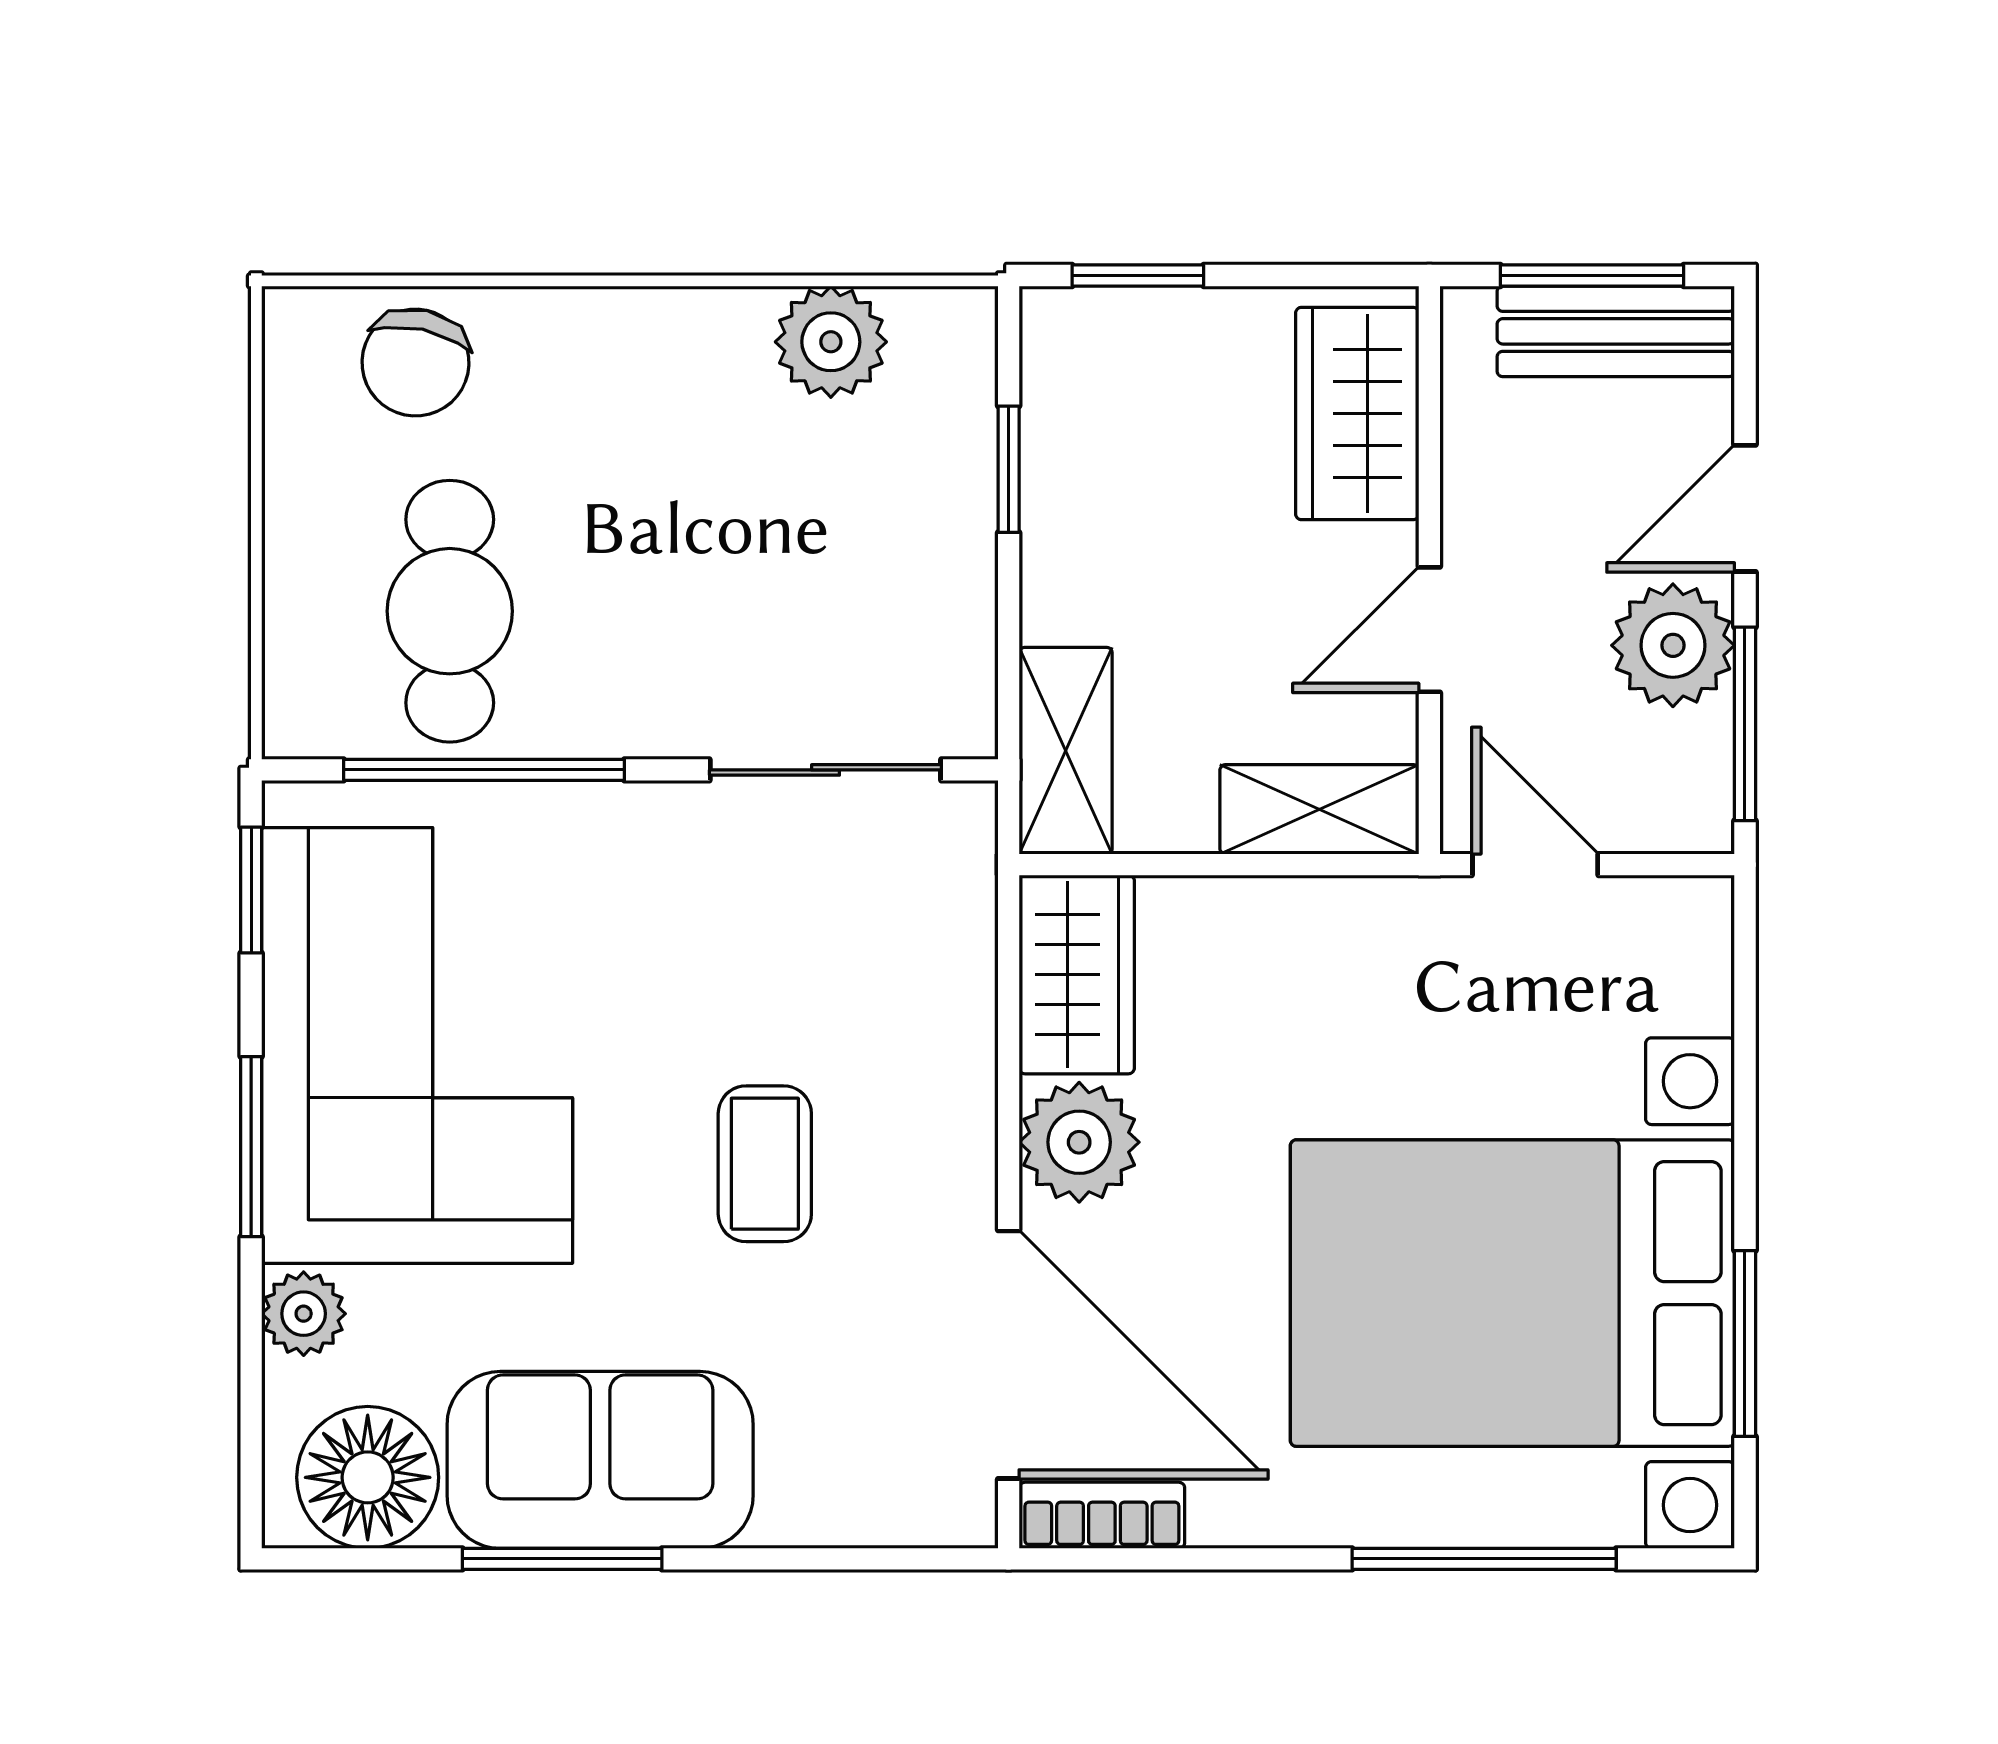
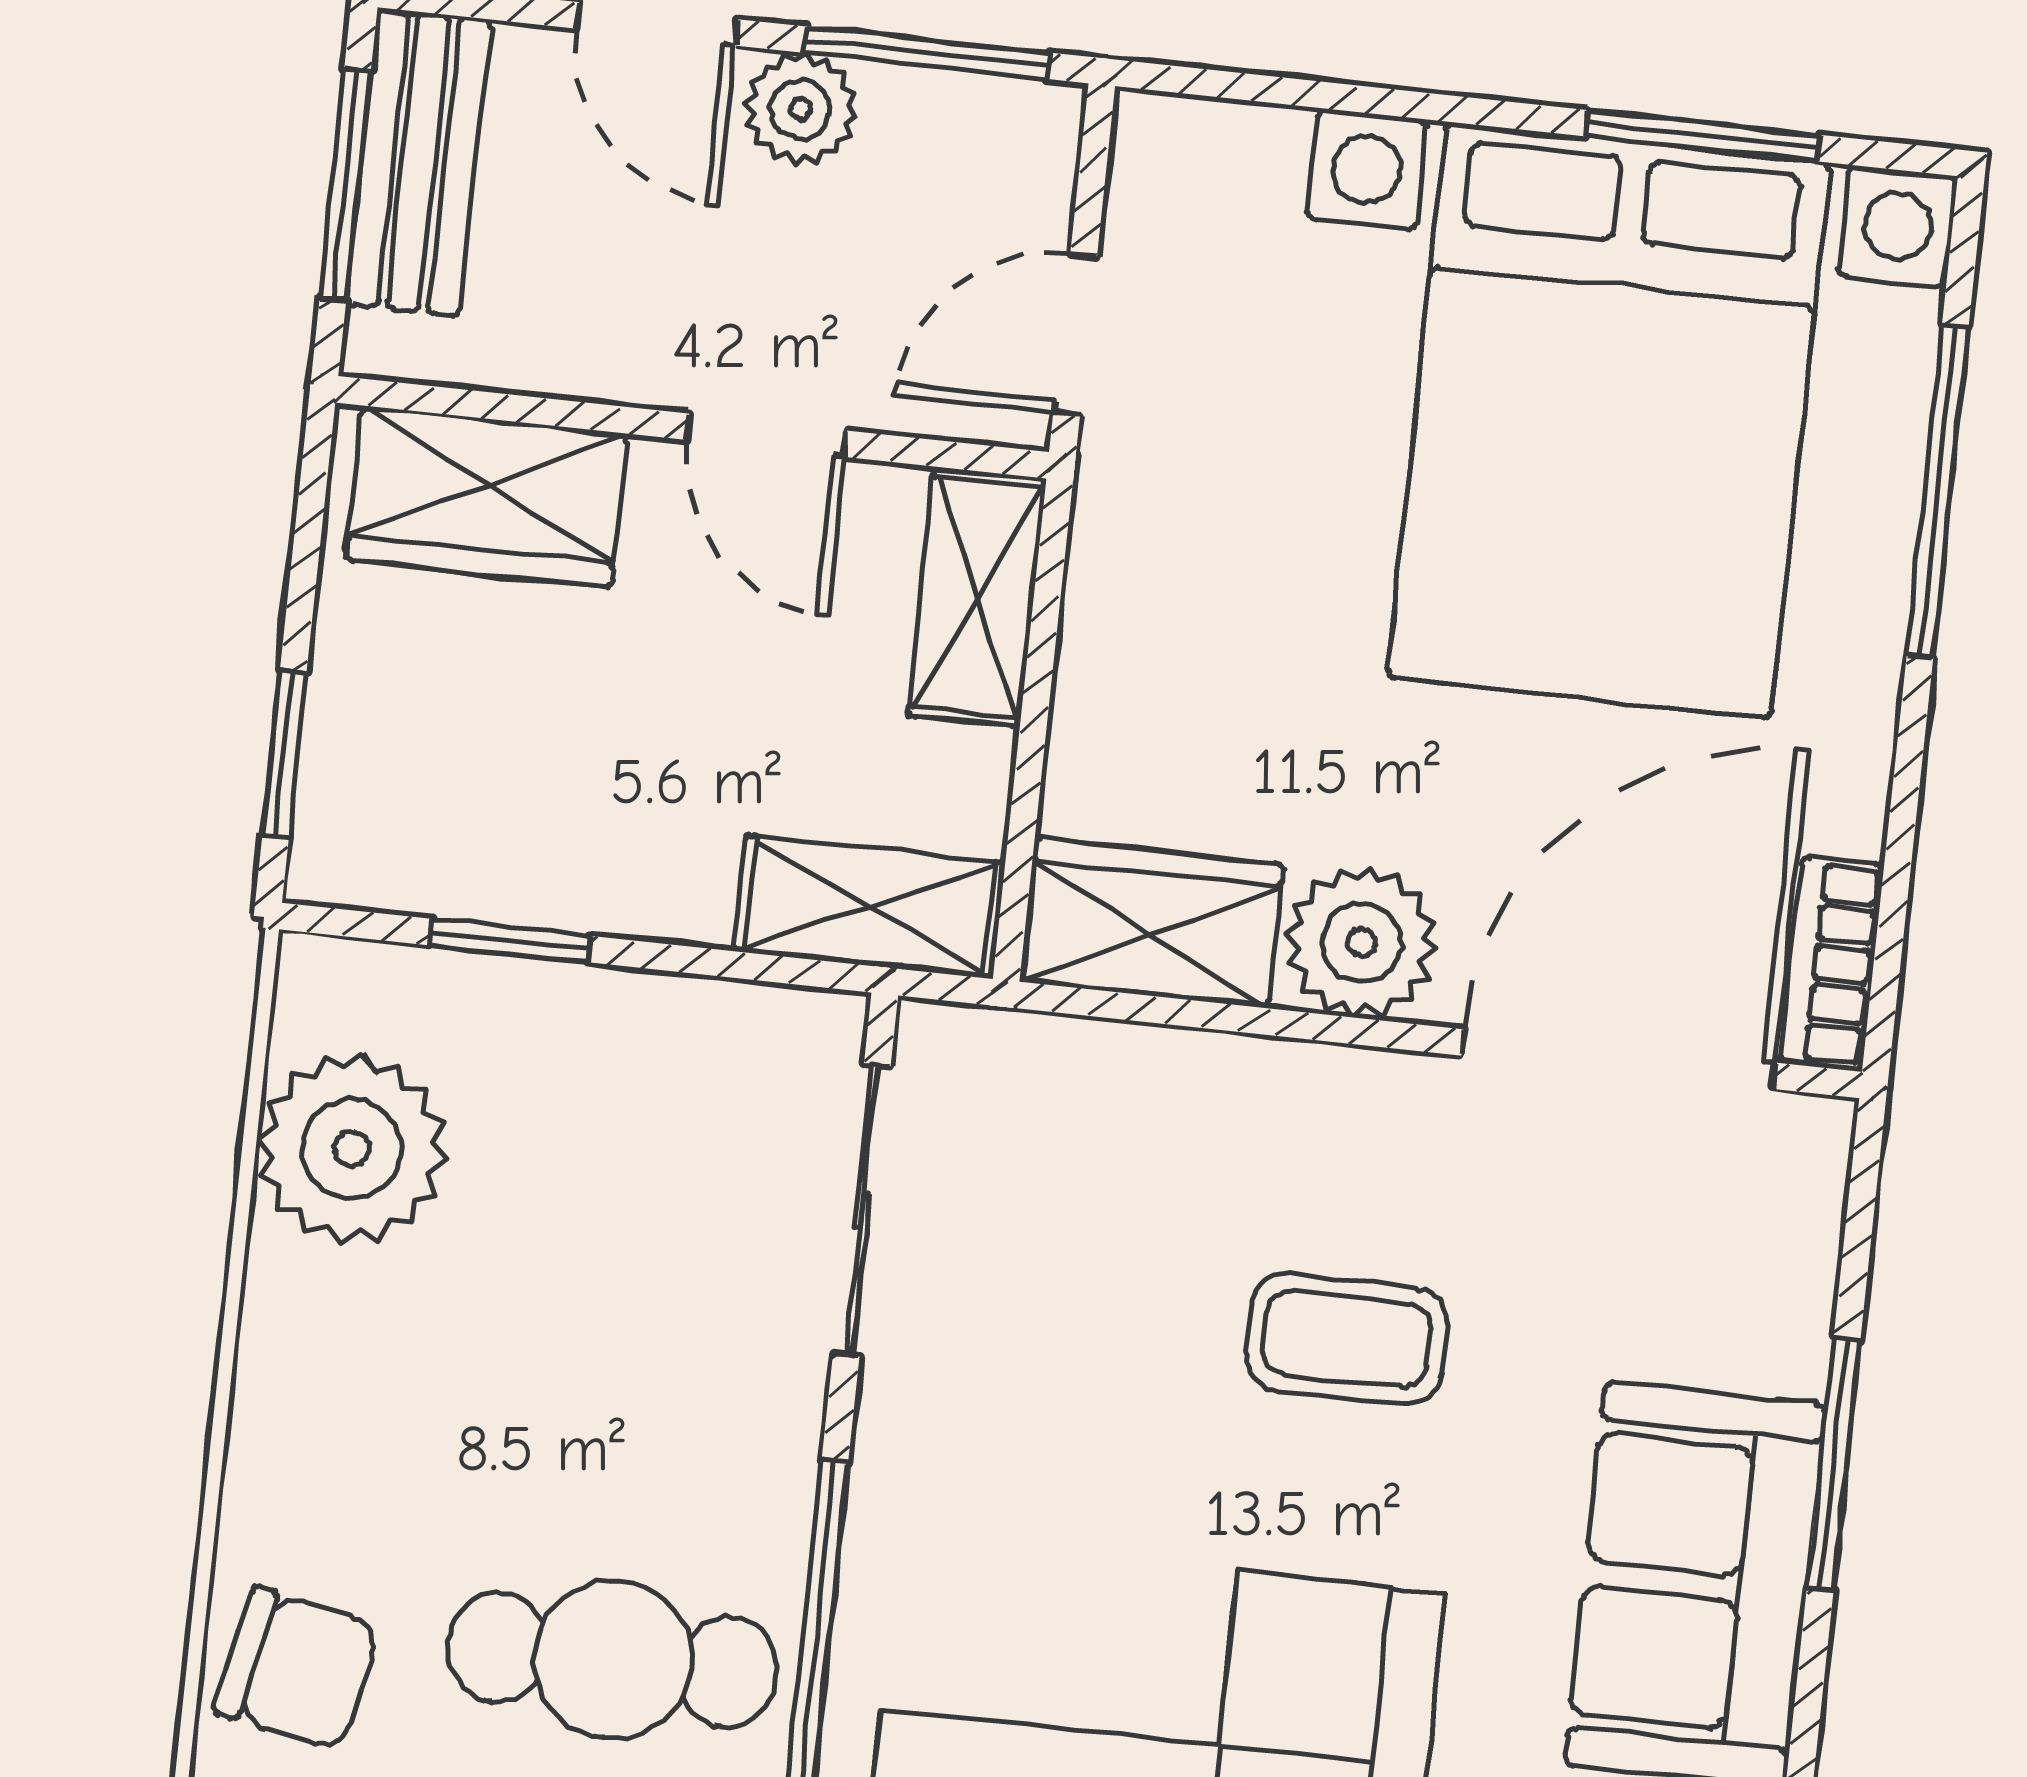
plant: (831, 342) -> (352, 1149), width x1.36, depth x1.36
plant: (1673, 645) -> (800, 109), width x0.73, depth x0.73
window: (562, 1559) -> (1834, 1465), moved

